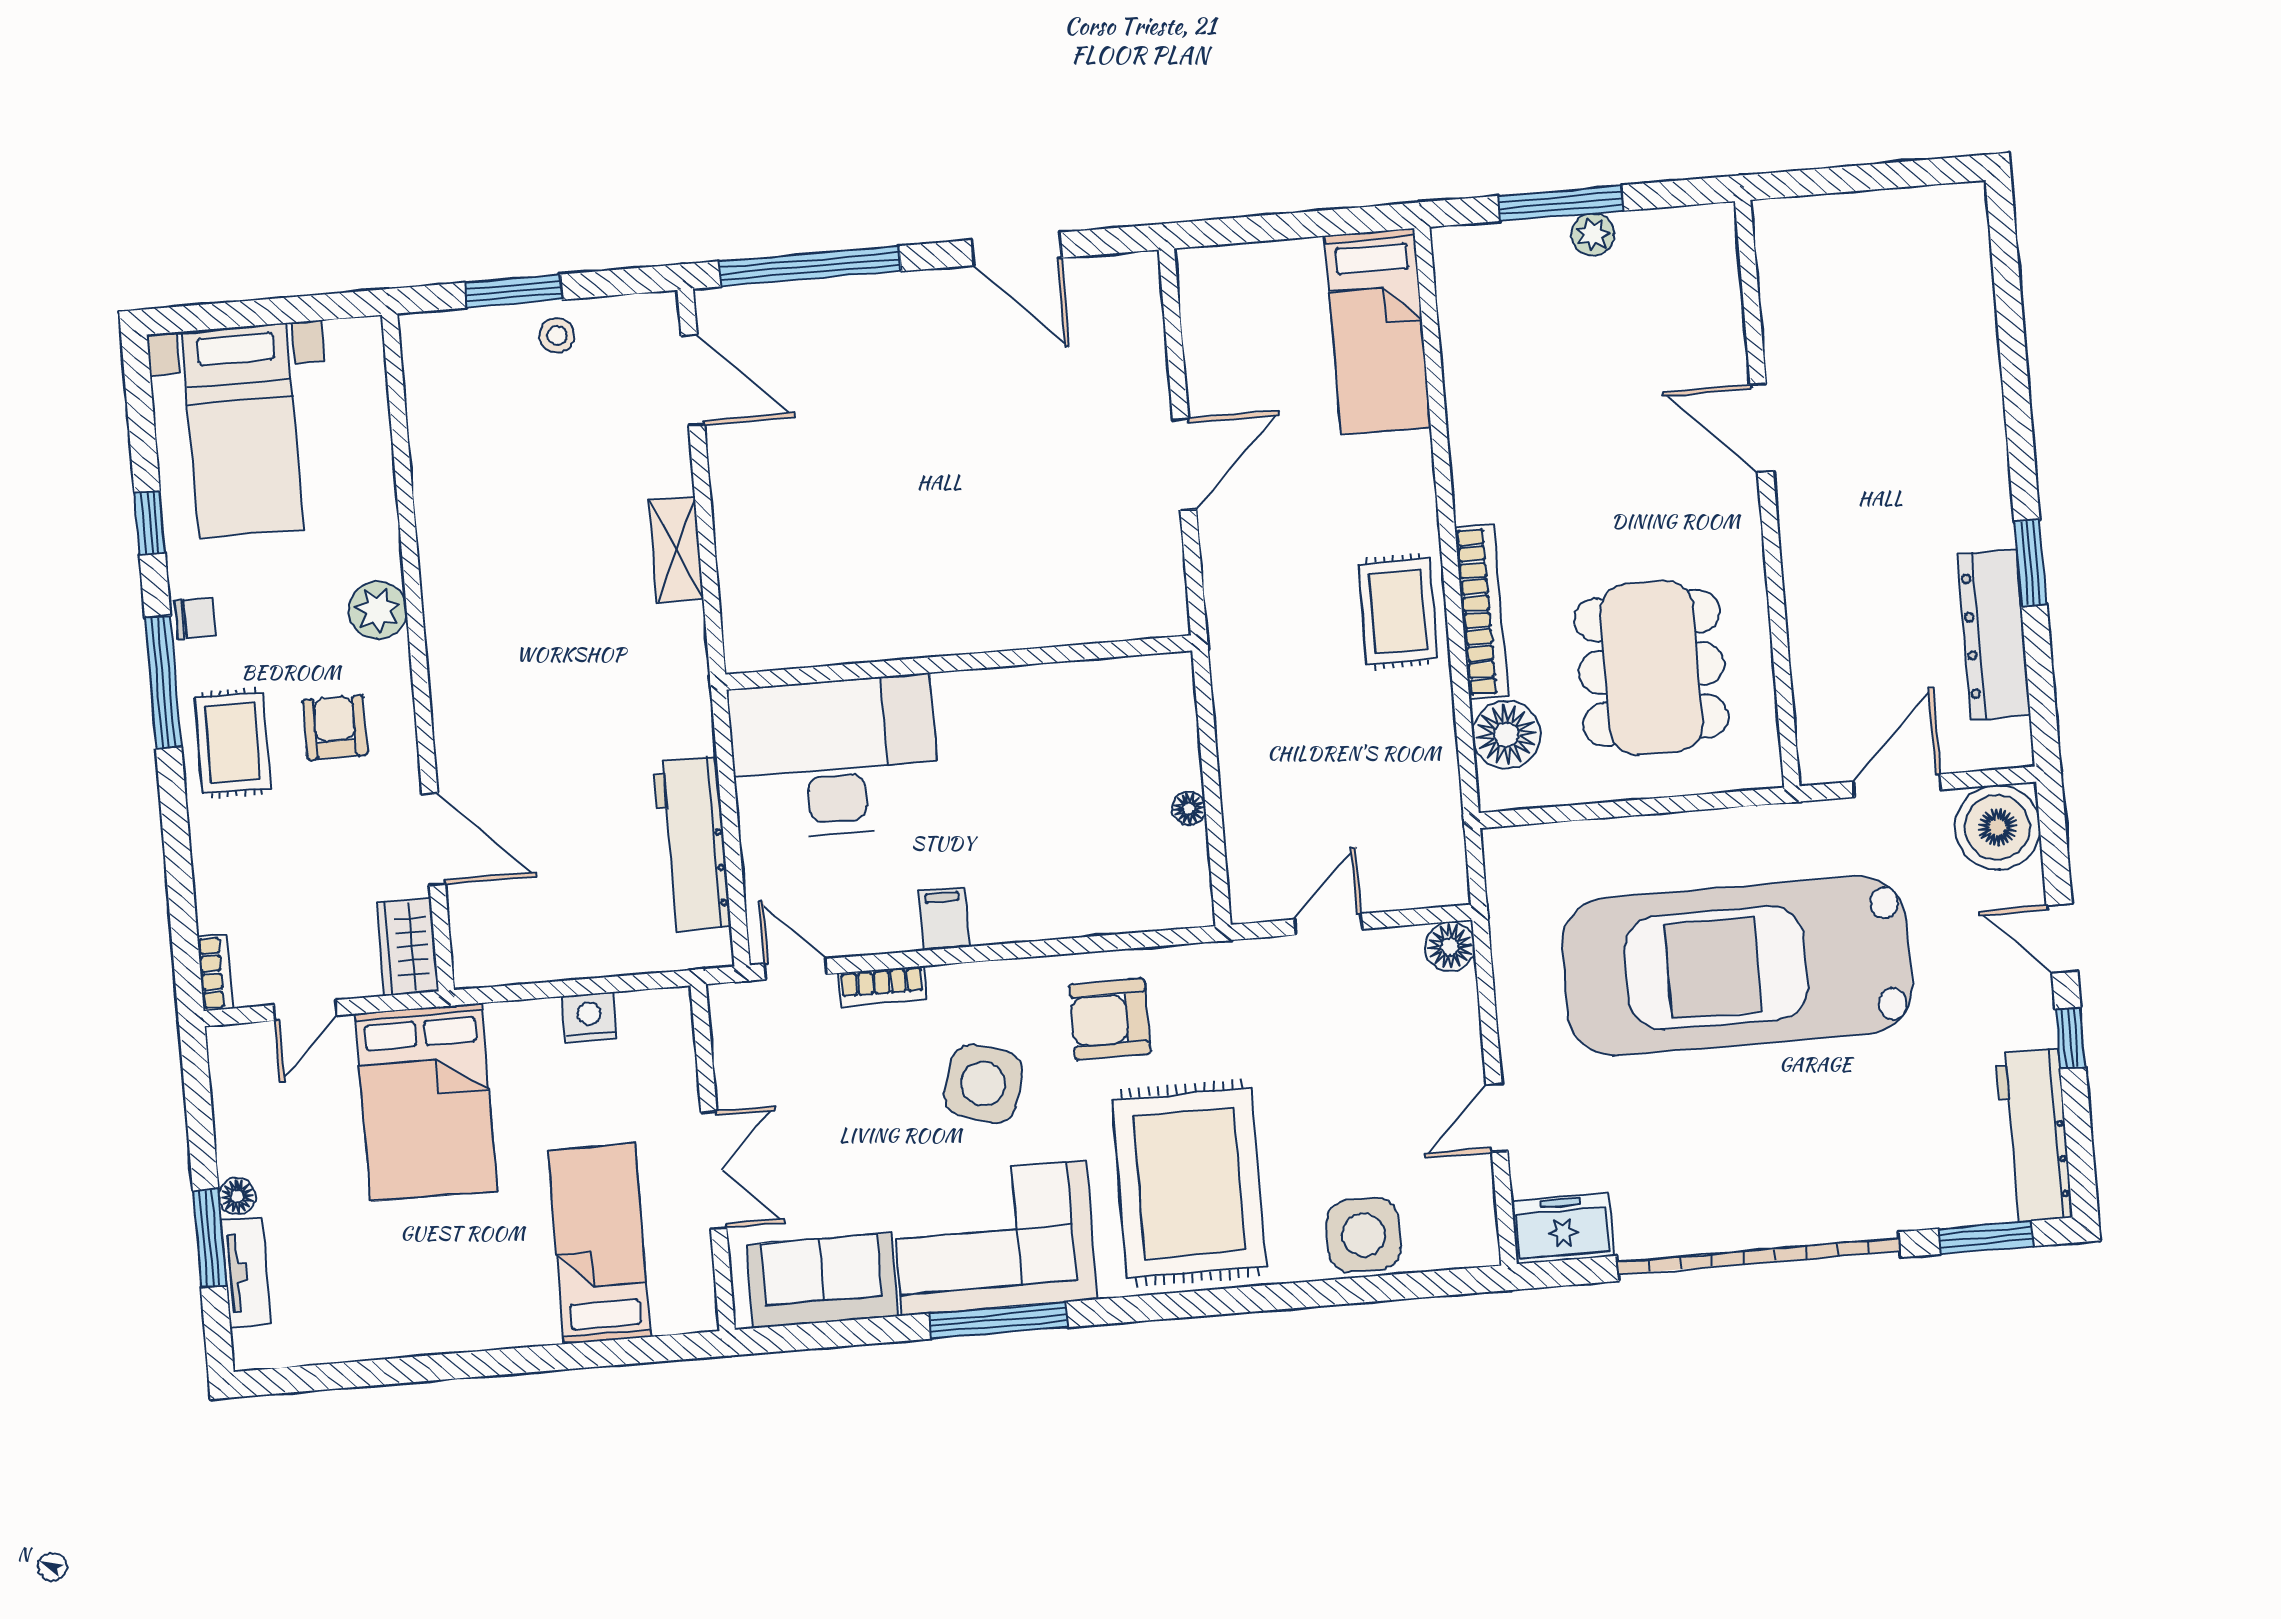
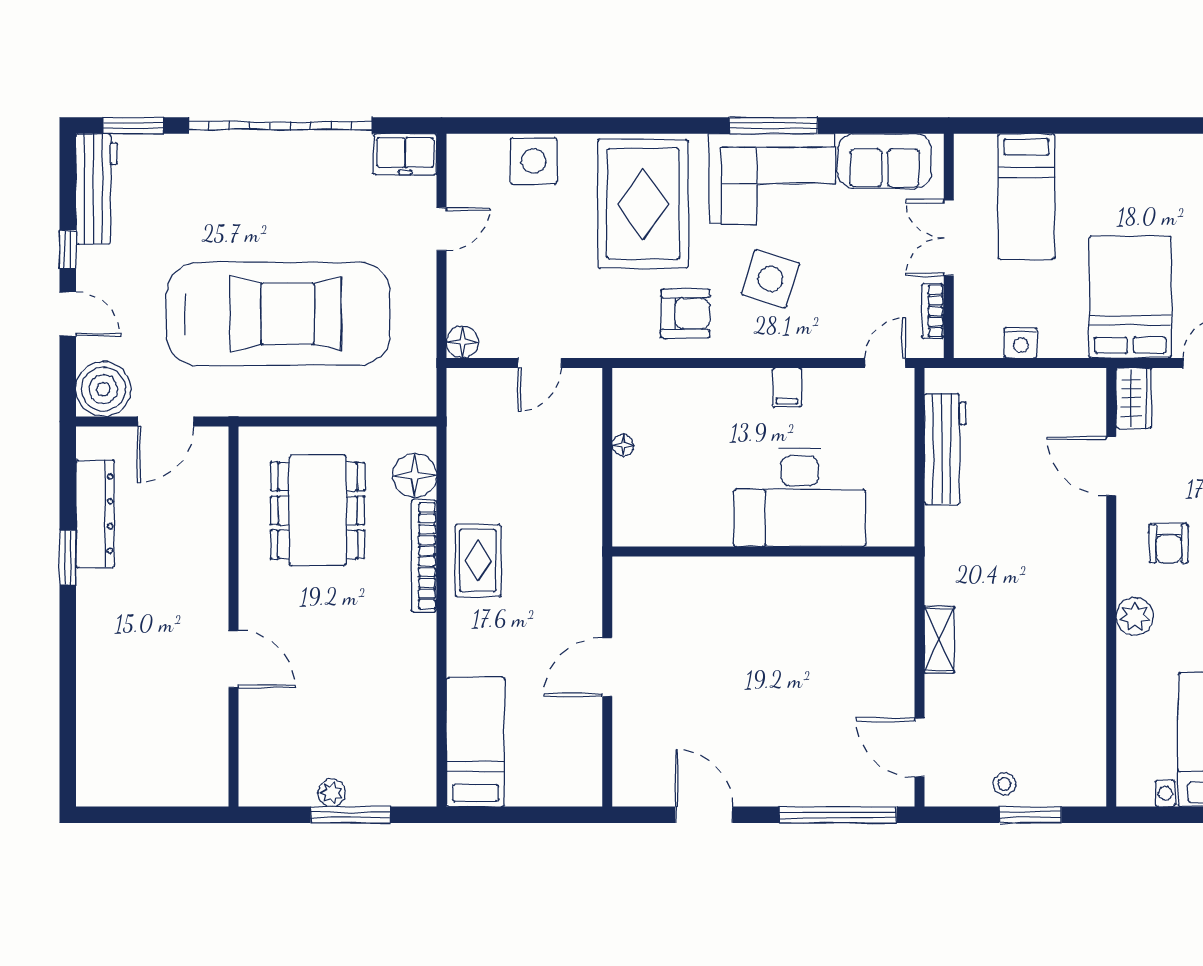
desk: (834, 757) -> (800, 497), moved
door: (796, 969) -> (885, 363), swing flipped
bookcase: (882, 986) -> (933, 311), moved, turned -90

